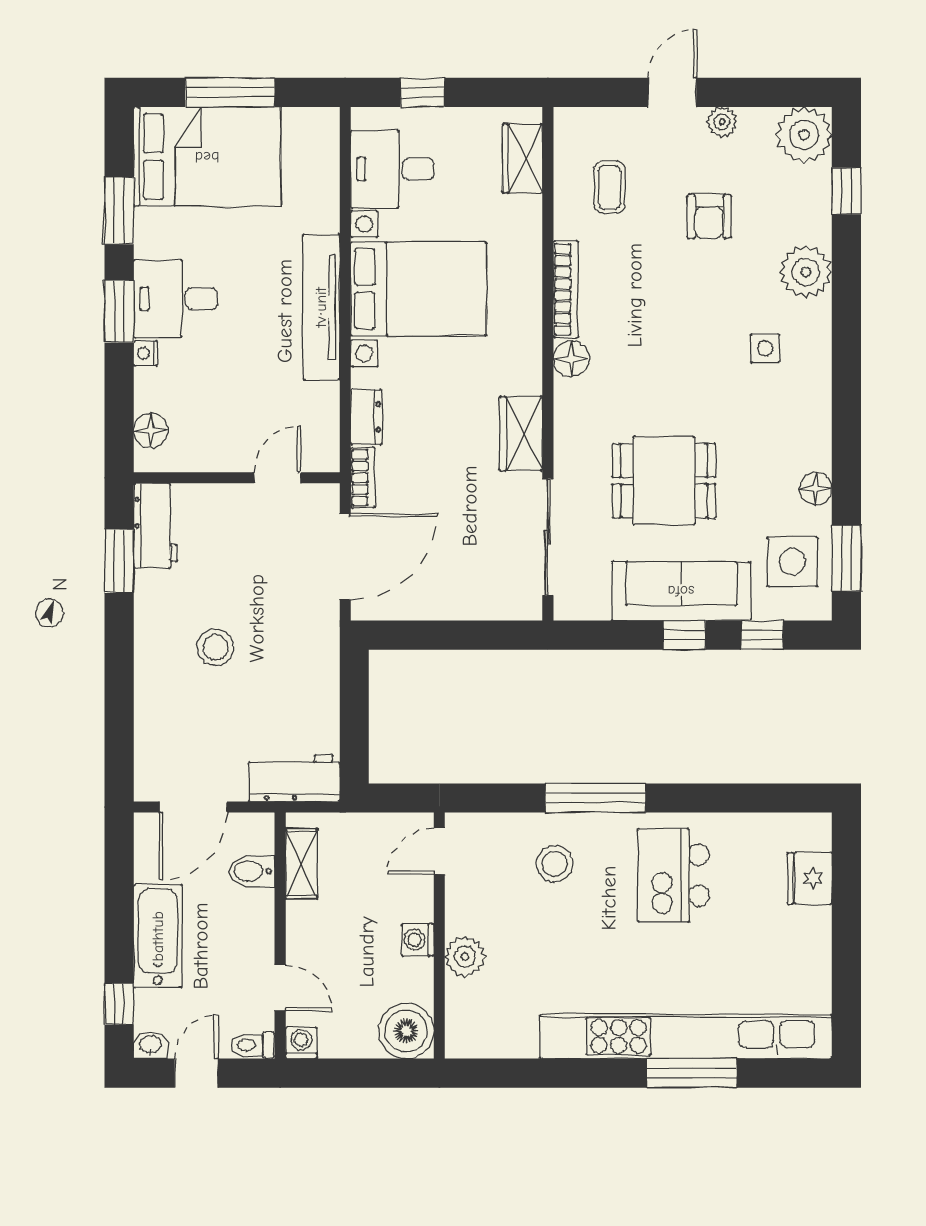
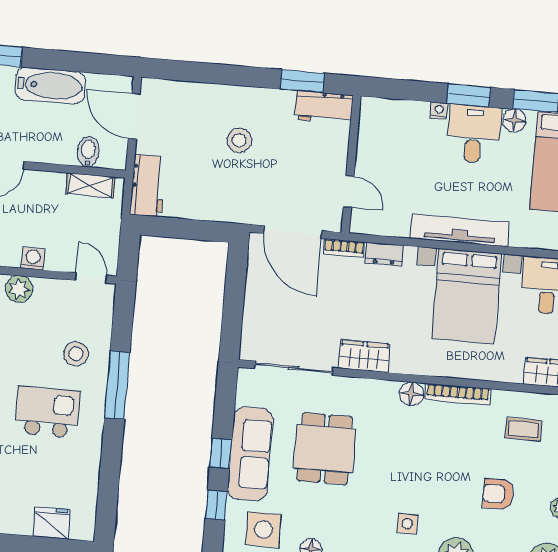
floor lamp: (151, 431) -> (514, 121), moved
kitchen island: (673, 875) -> (47, 412), moved

